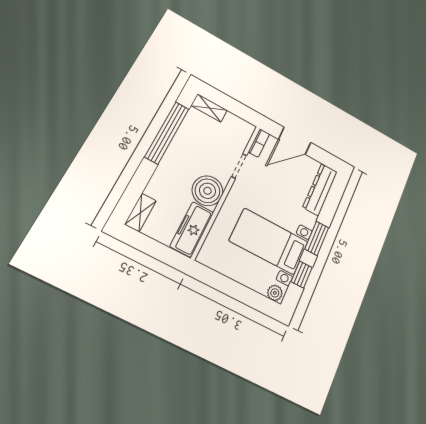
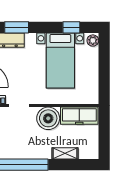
shelving: (140, 213) -> (65, 153), moved
window: (317, 238) -> (17, 27), moved

